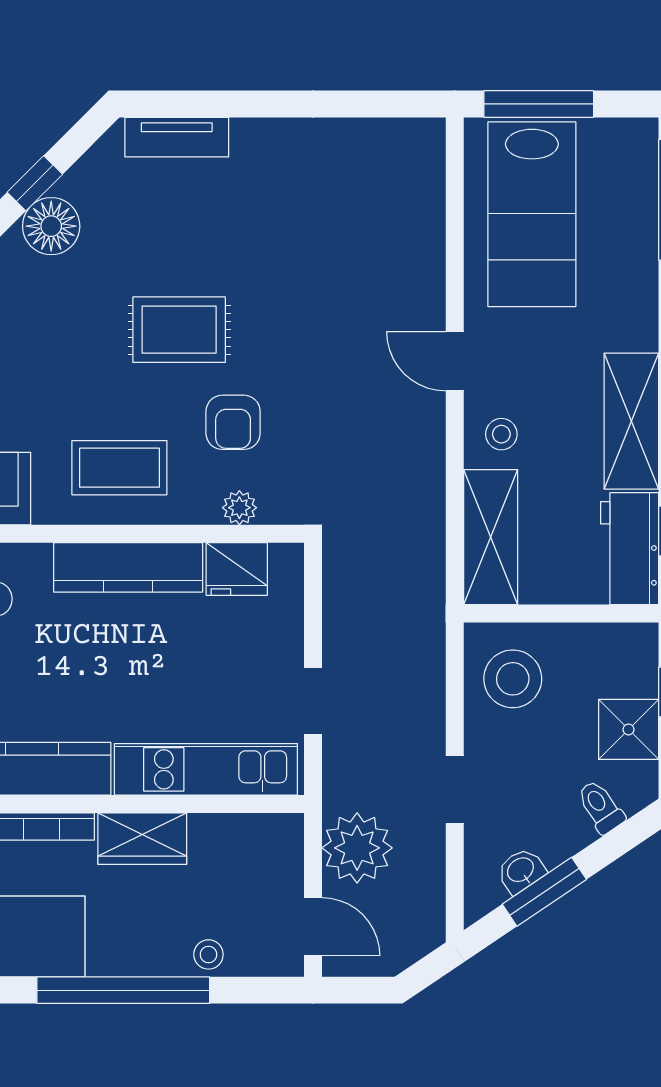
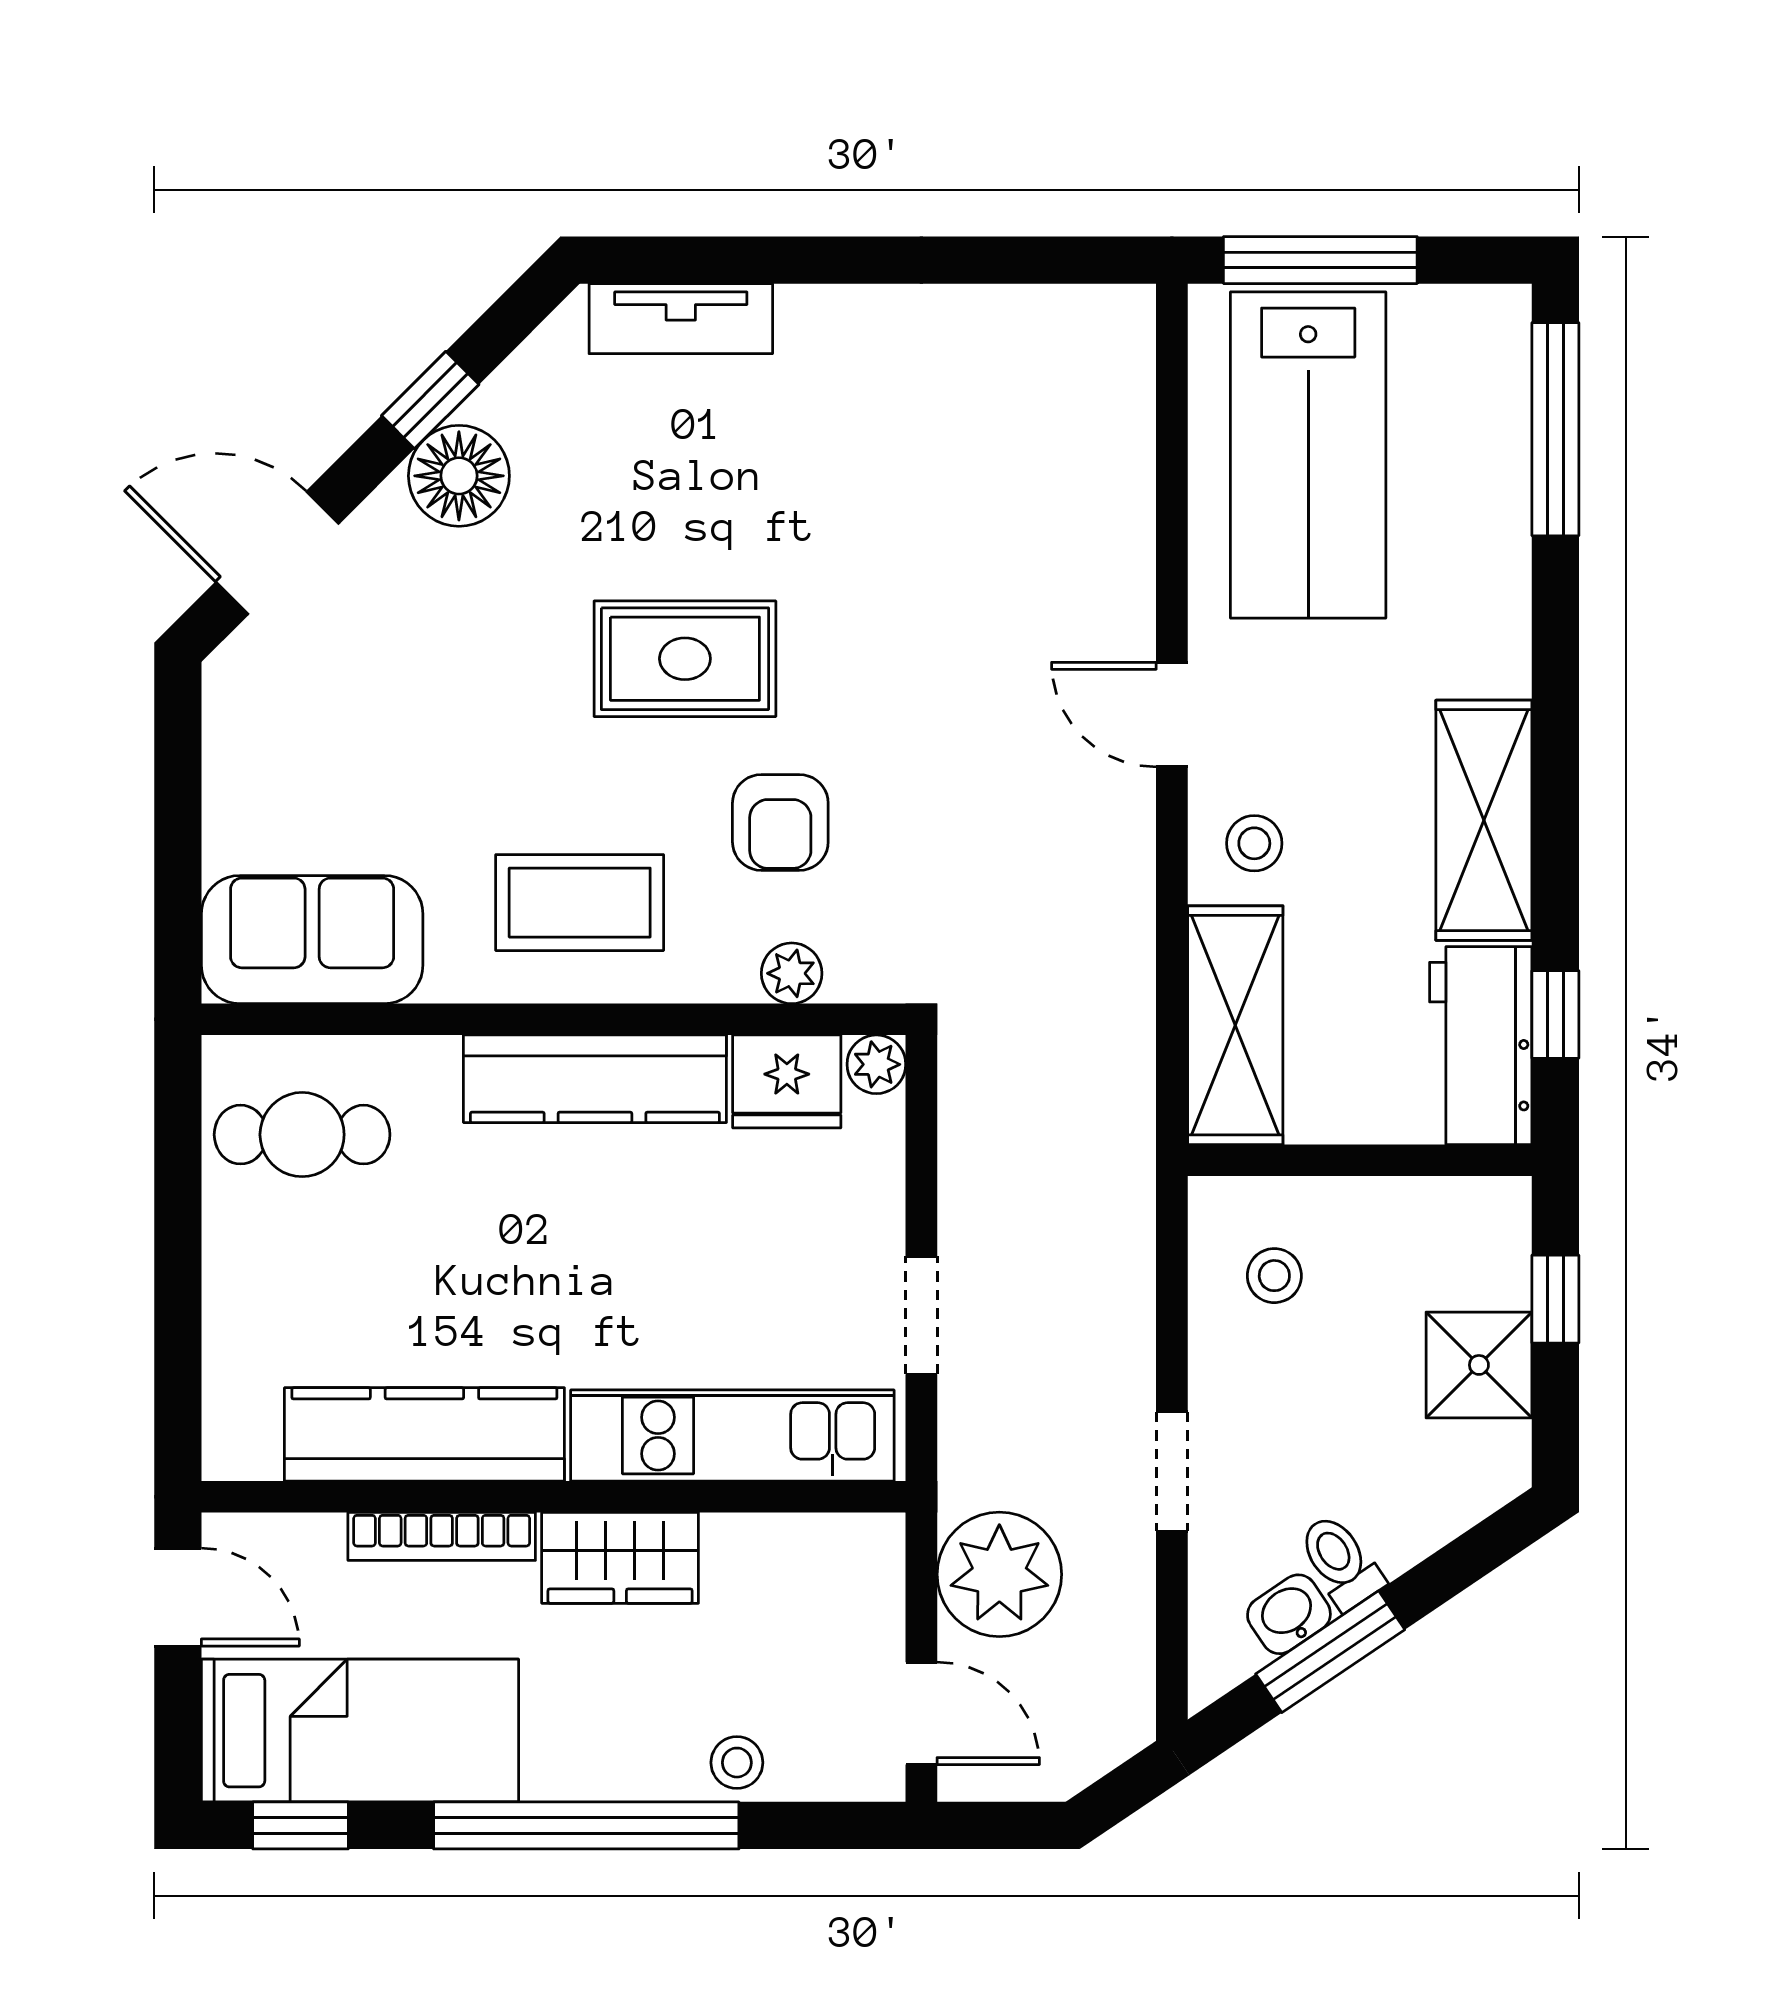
plant: (287, 559) -> (876, 1064), added
stool: (513, 679) -> (1274, 1276), width x0.53, depth x0.53
toilet: (601, 807) -> (1340, 1562), moved

